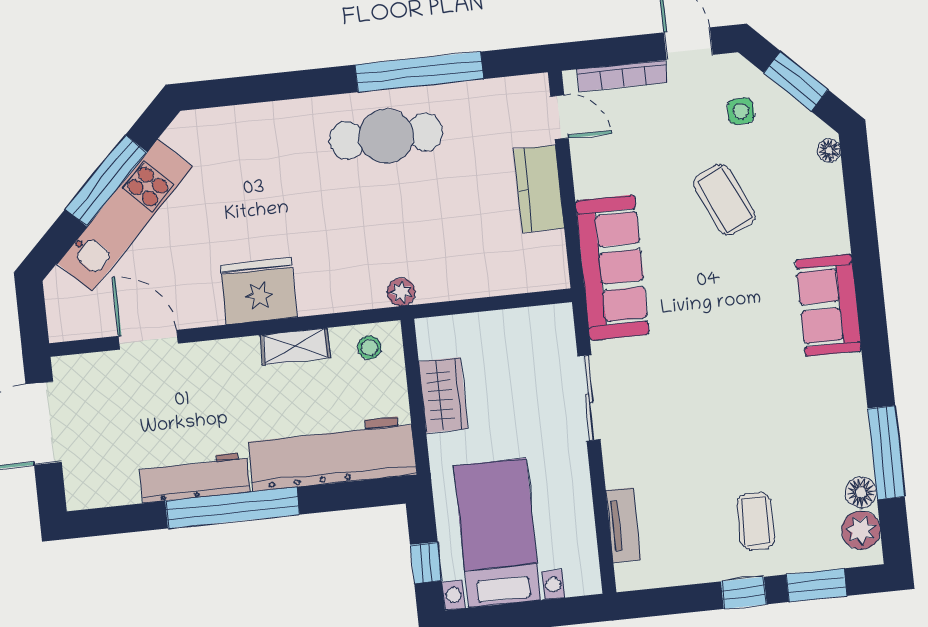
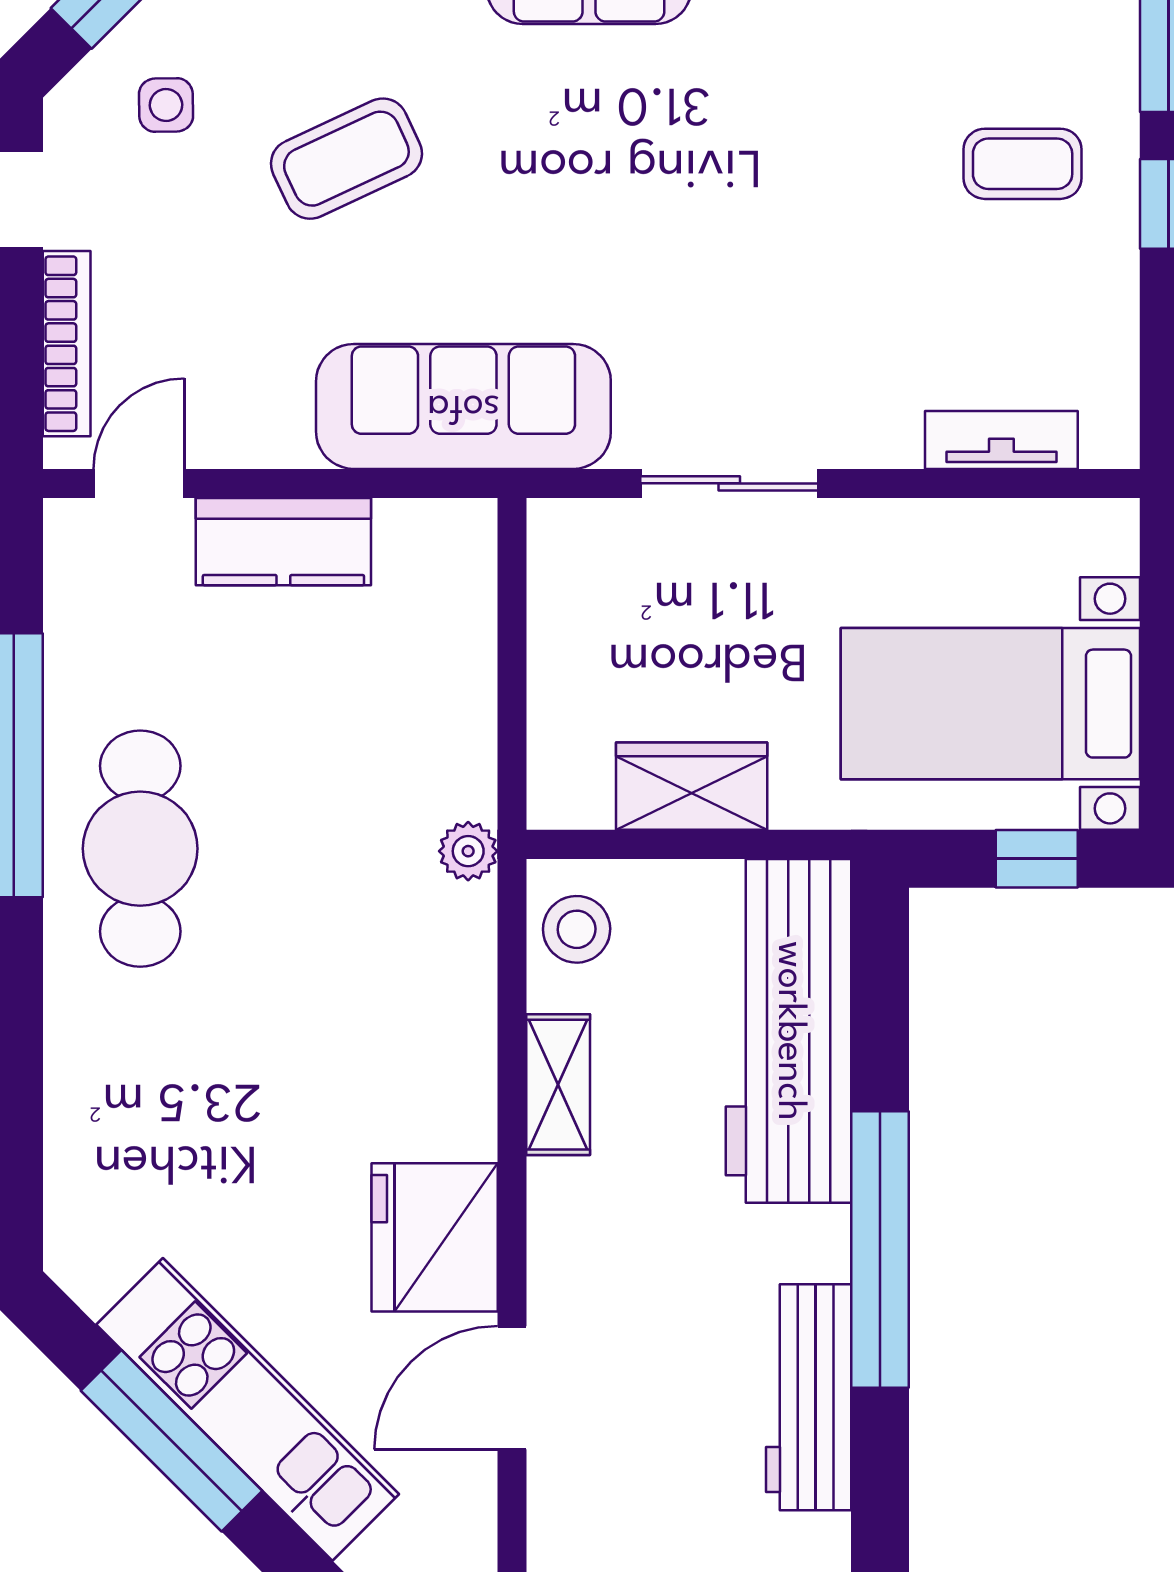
fridge: (259, 291) -> (435, 1237), moved
stool: (369, 348) -> (577, 929), width x1.37, depth x1.37
workbench: (194, 477) -> (809, 1397), moved

